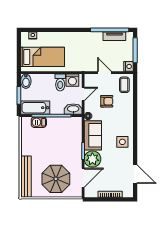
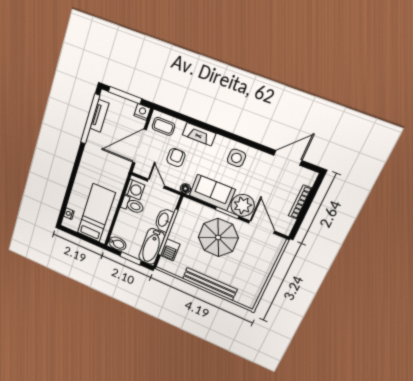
door: (104, 73) -> (139, 146), width x1.87
washbasin: (73, 109) -> (164, 220), moved
fireplace: (128, 111) -> (199, 134), added
bench: (26, 177) -> (210, 284), moved
parasol: (56, 179) -> (218, 238), moved

